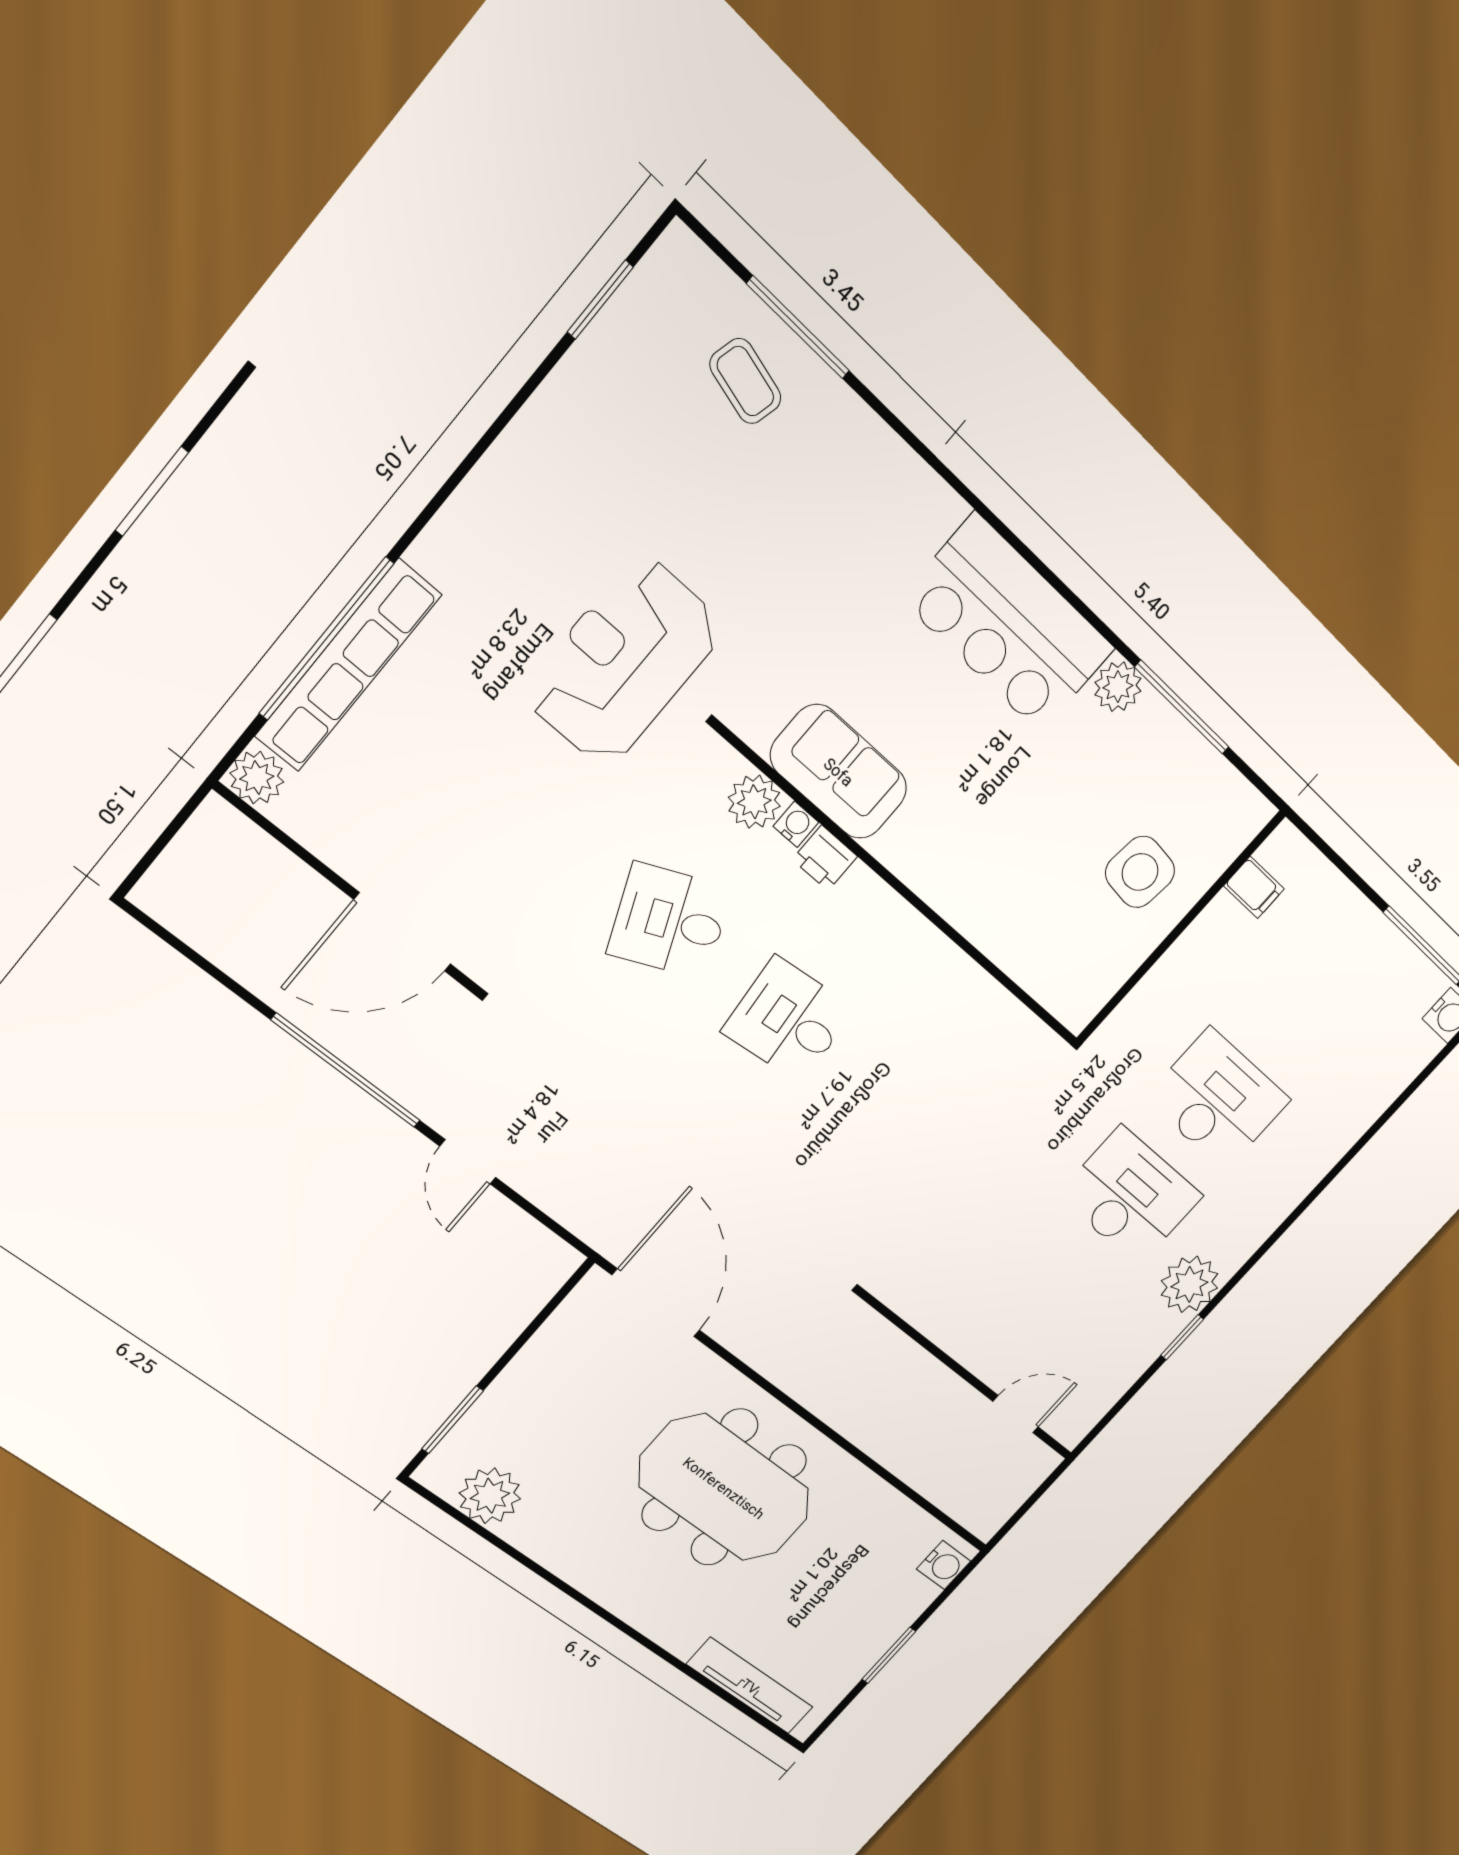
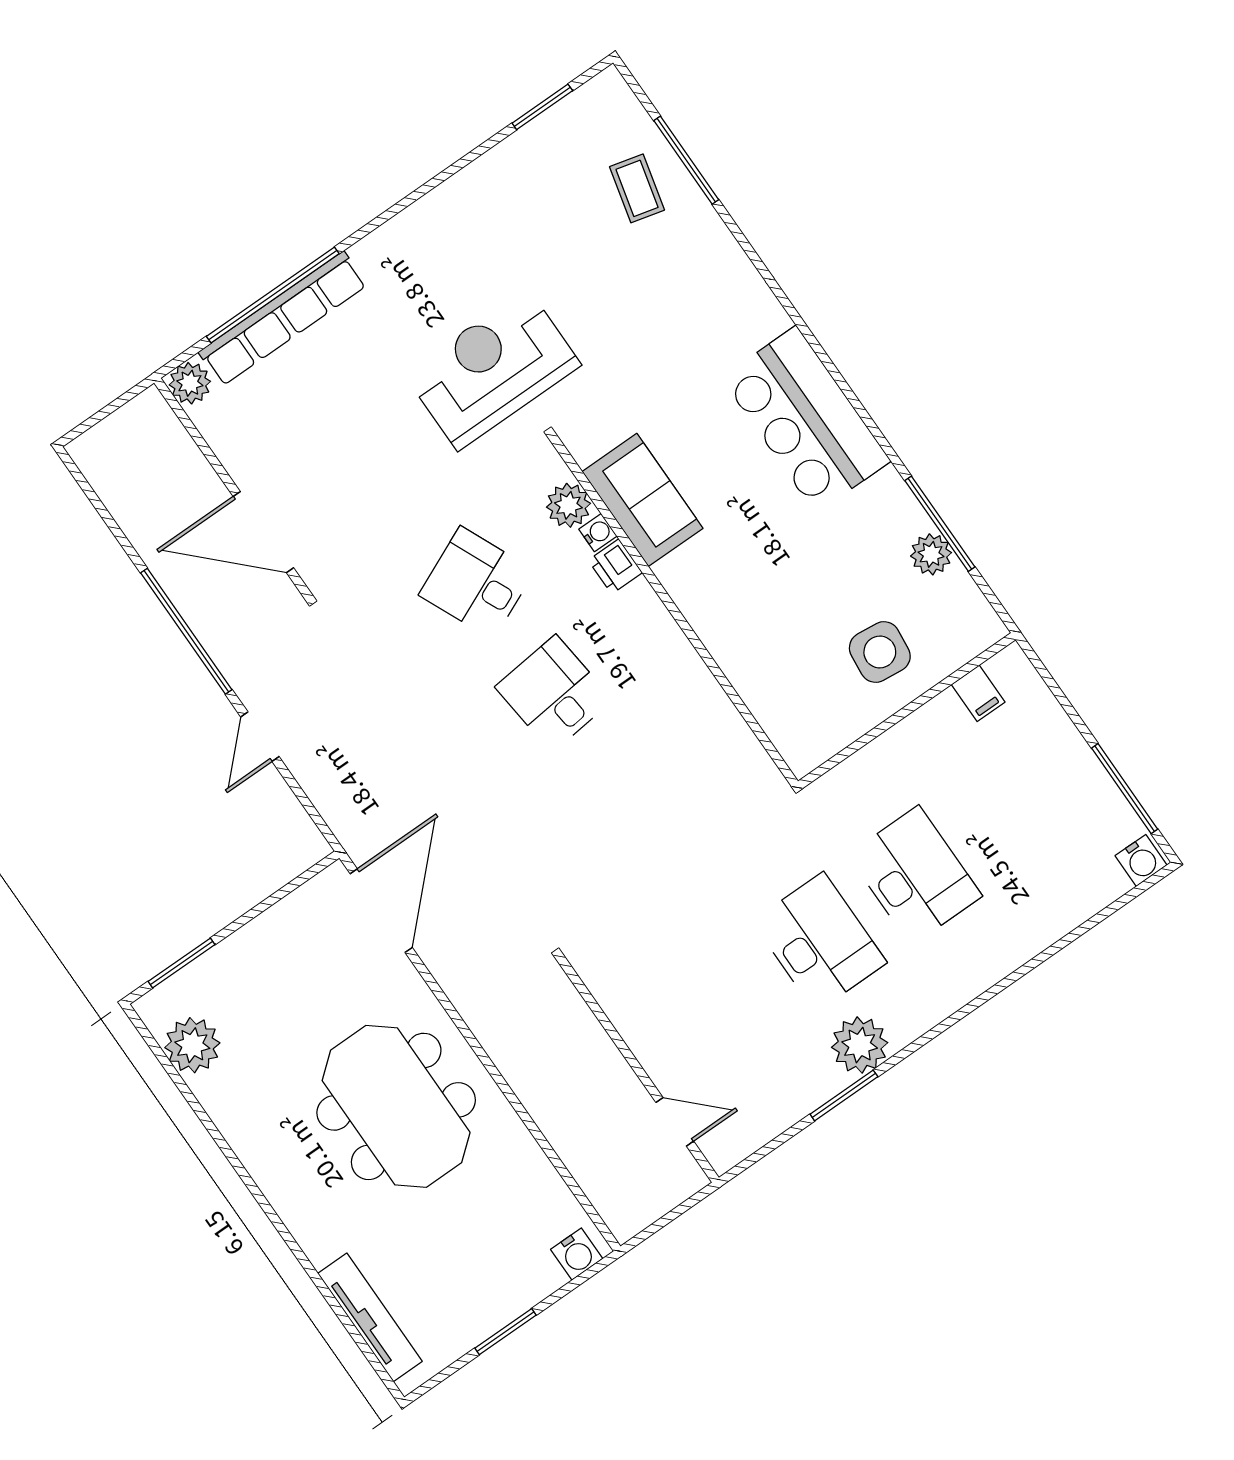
plant: (1118, 687) -> (931, 554), moved
window: (1182, 1337) -> (844, 1095), width x1.50

